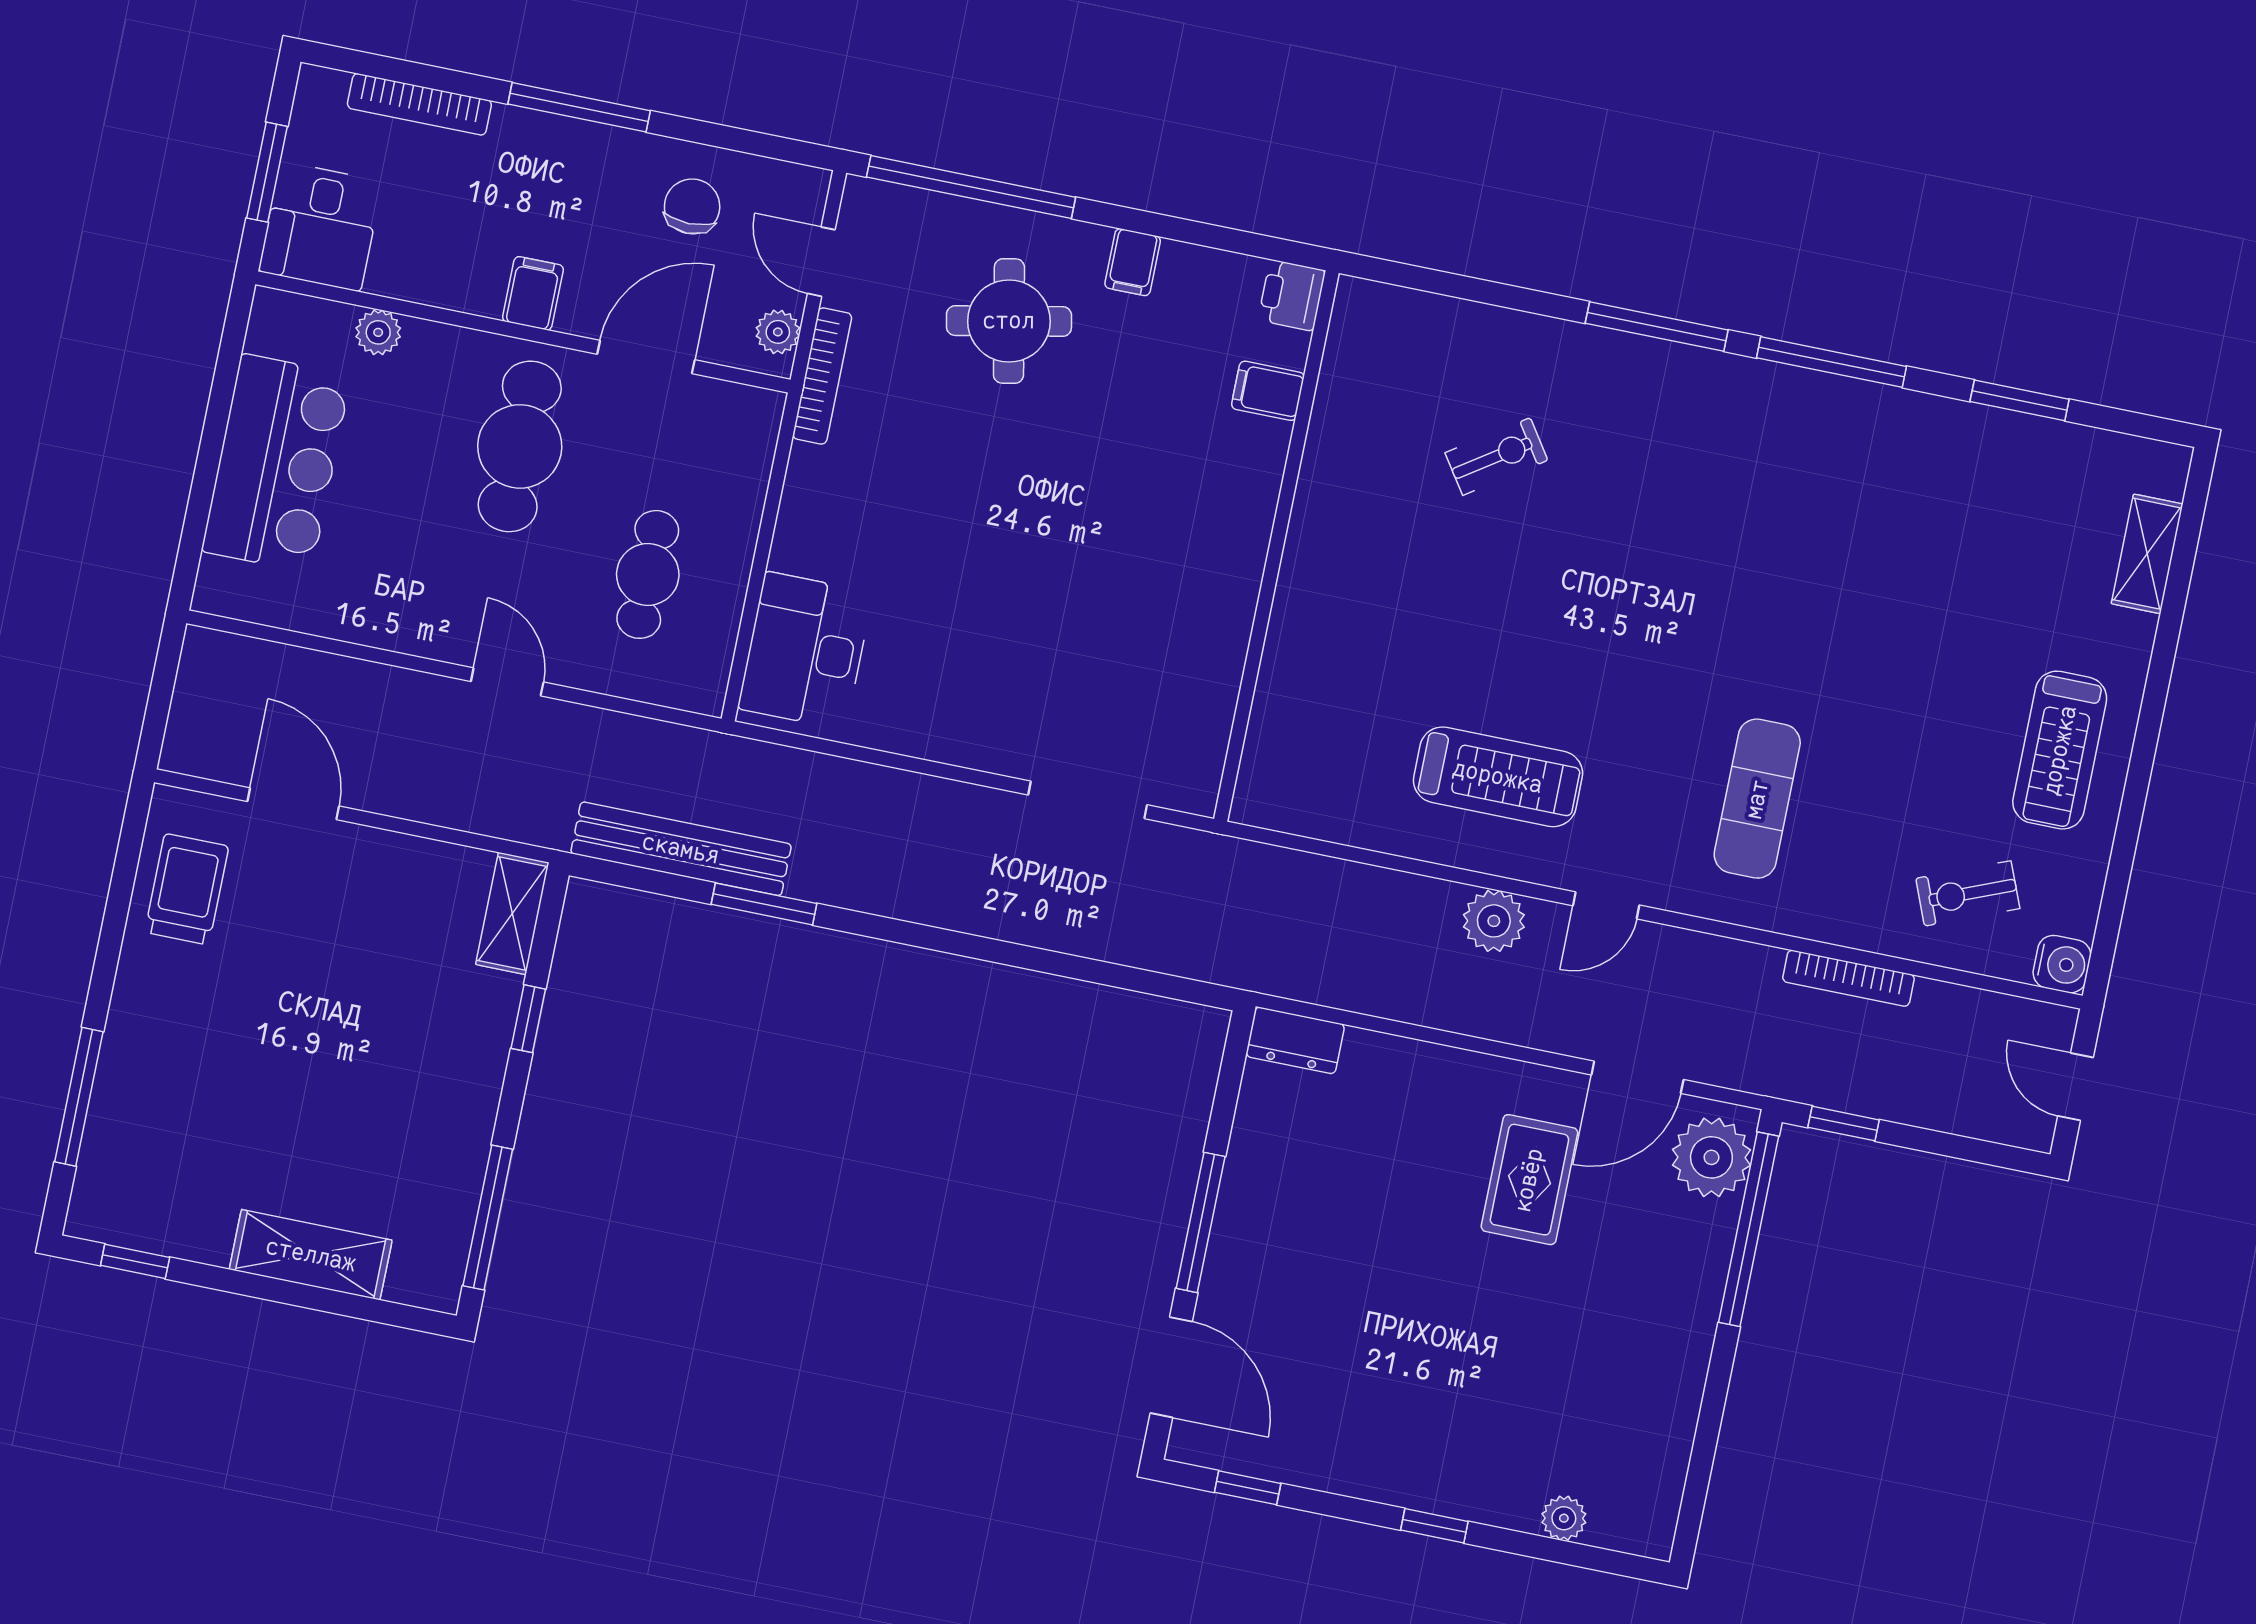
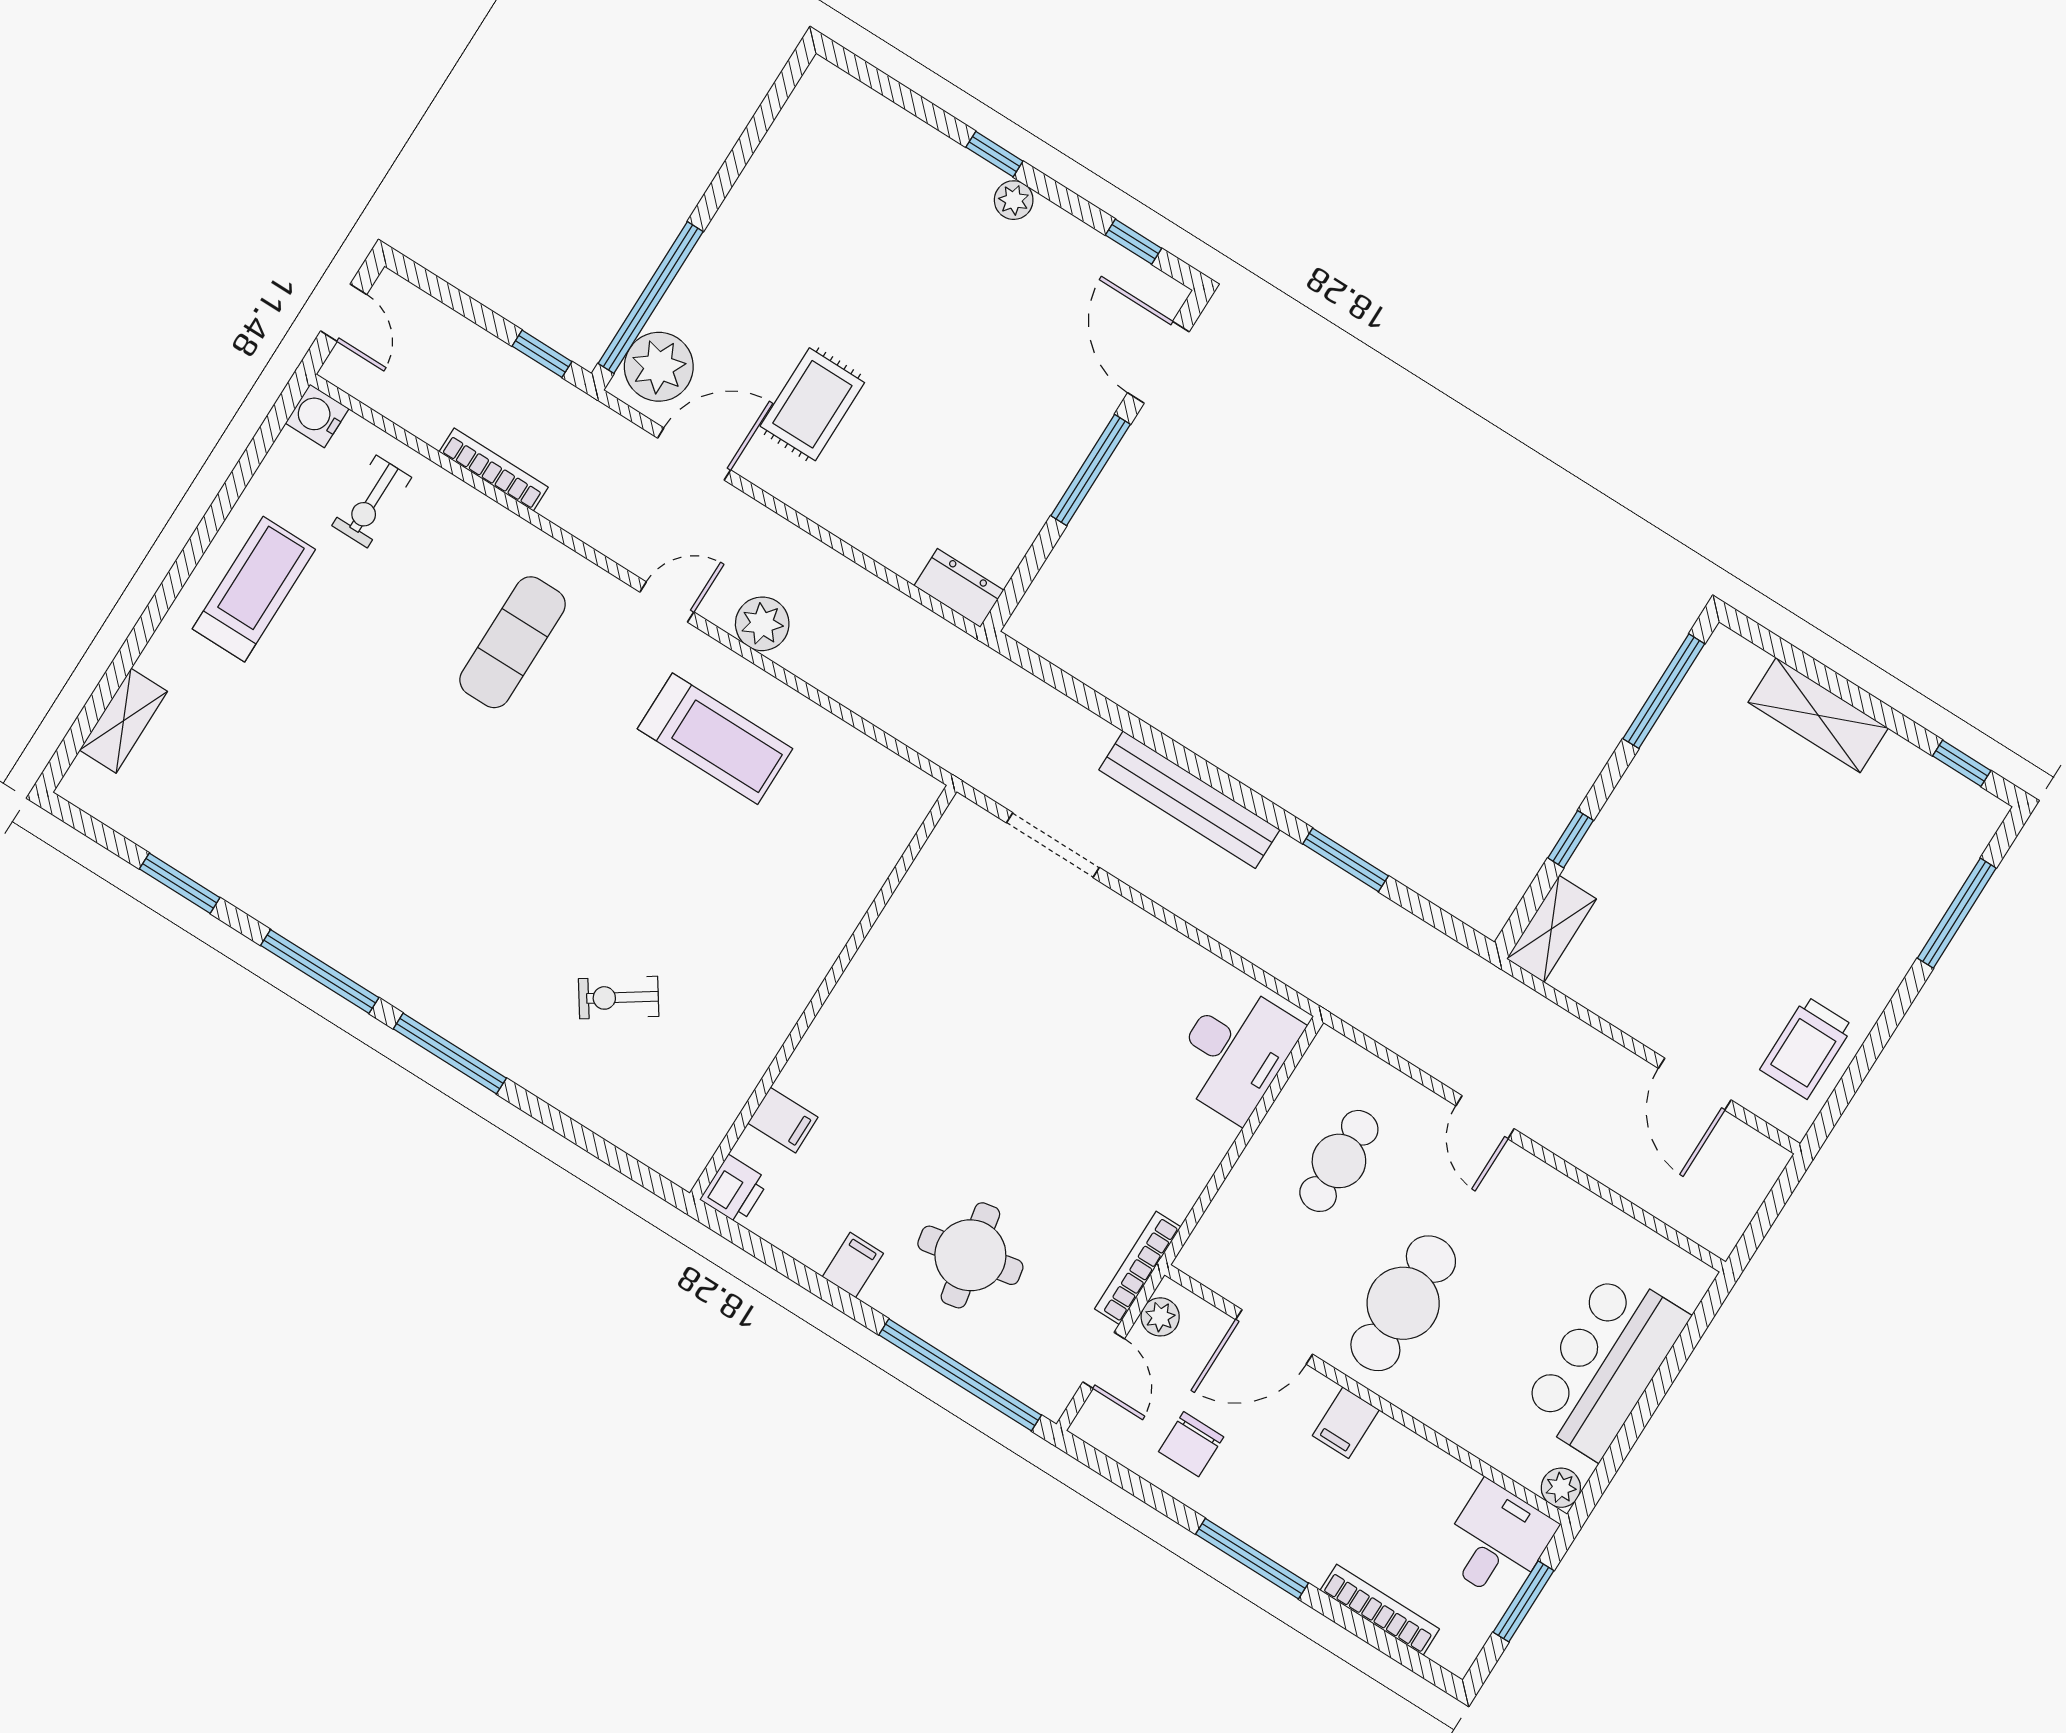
plant: (378, 332) -> (1561, 1488), moved
treadmill: (1498, 777) -> (715, 739), turned 180
bench: (681, 849) -> (1189, 800), moved
exercise bike: (1968, 893) -> (372, 502), turned 112
plant: (1564, 1518) -> (1014, 200), moved

